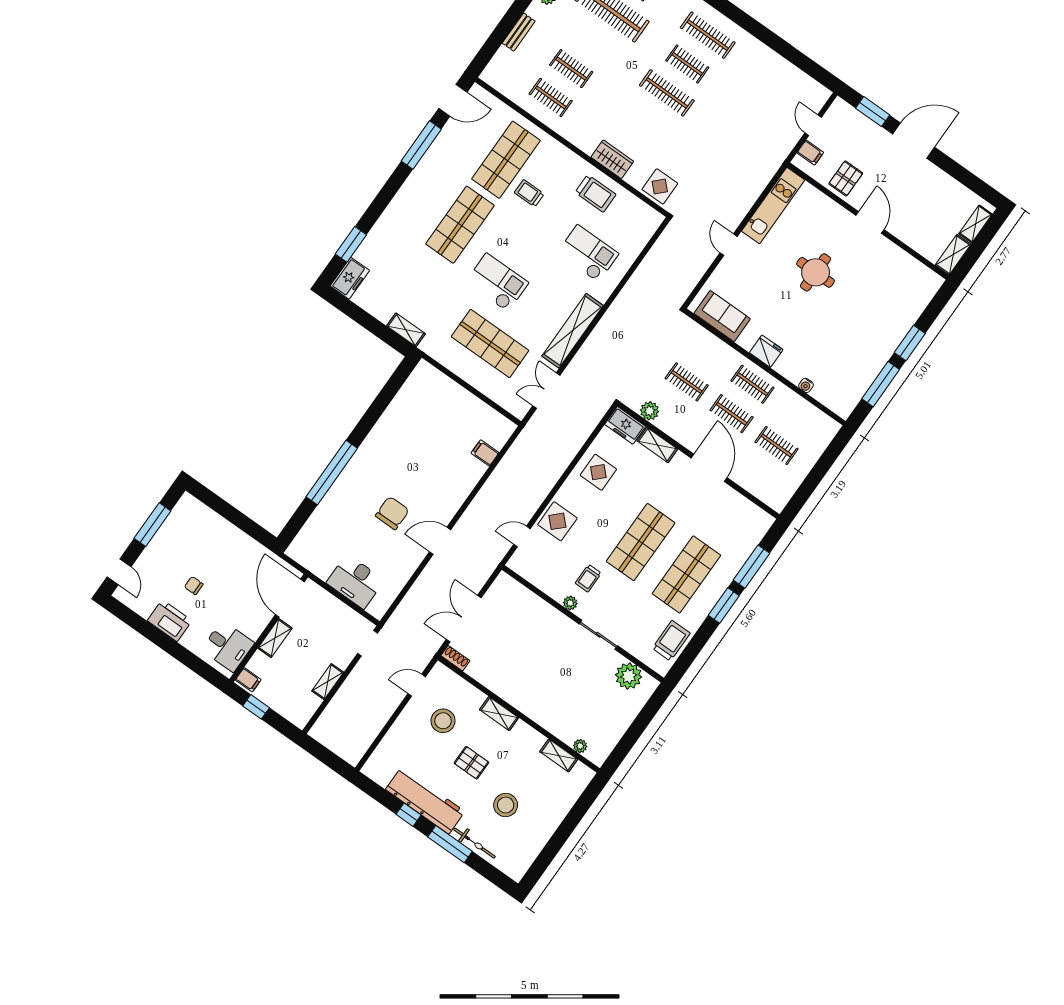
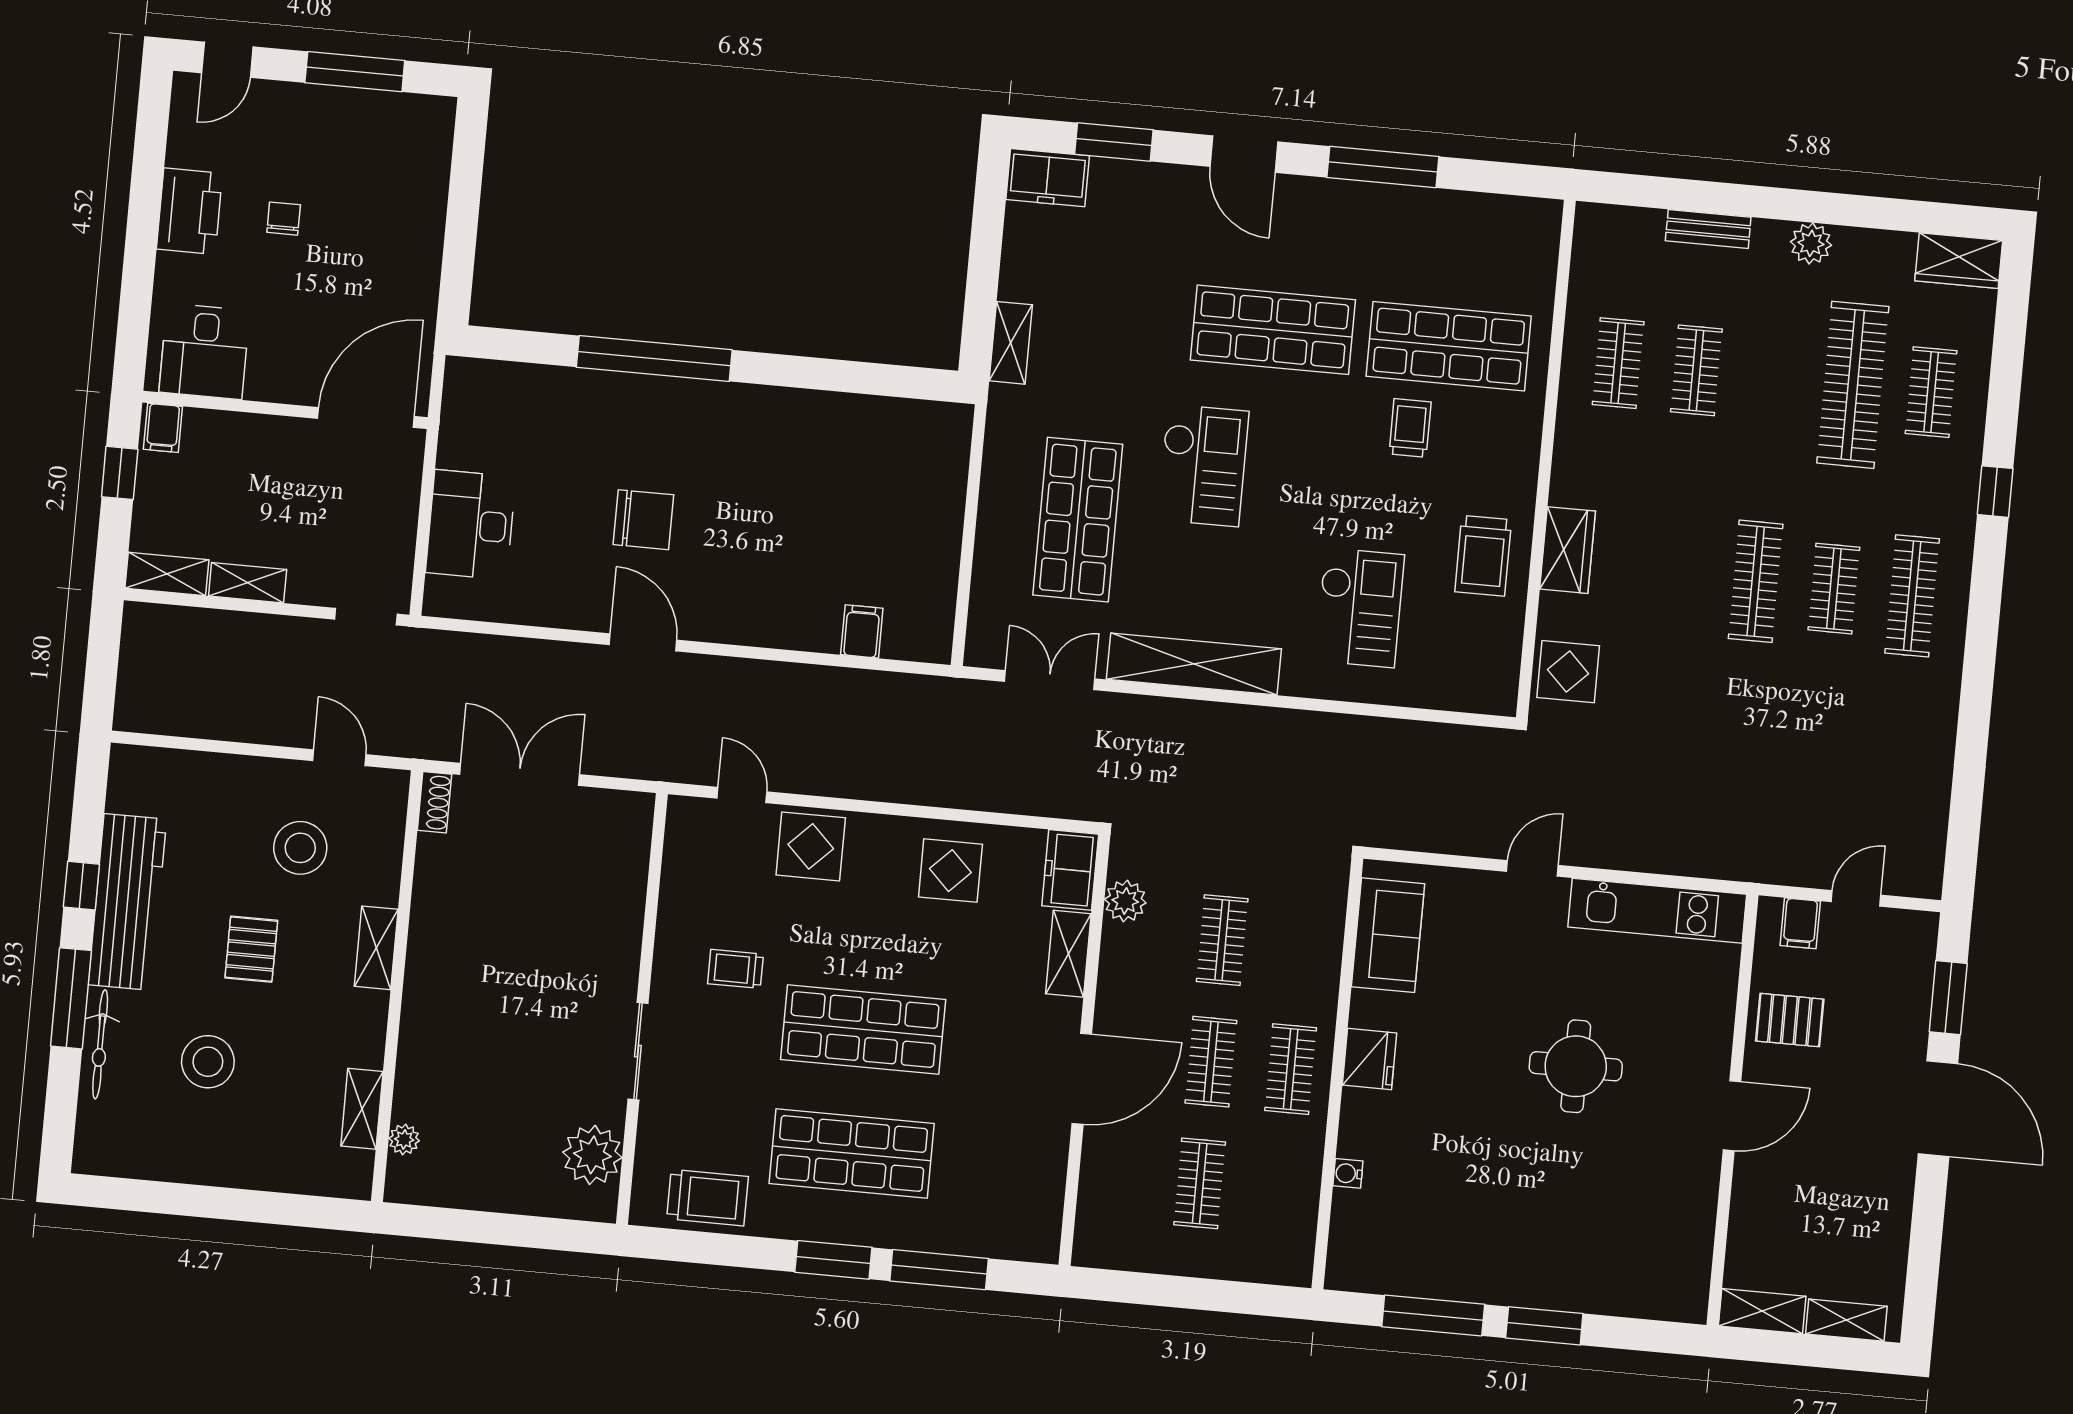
door: (453, 100) -> (1244, 154), moved
plant: (570, 603) -> (668, 962), removed
shelving: (275, 638) -> (167, 574), moved

